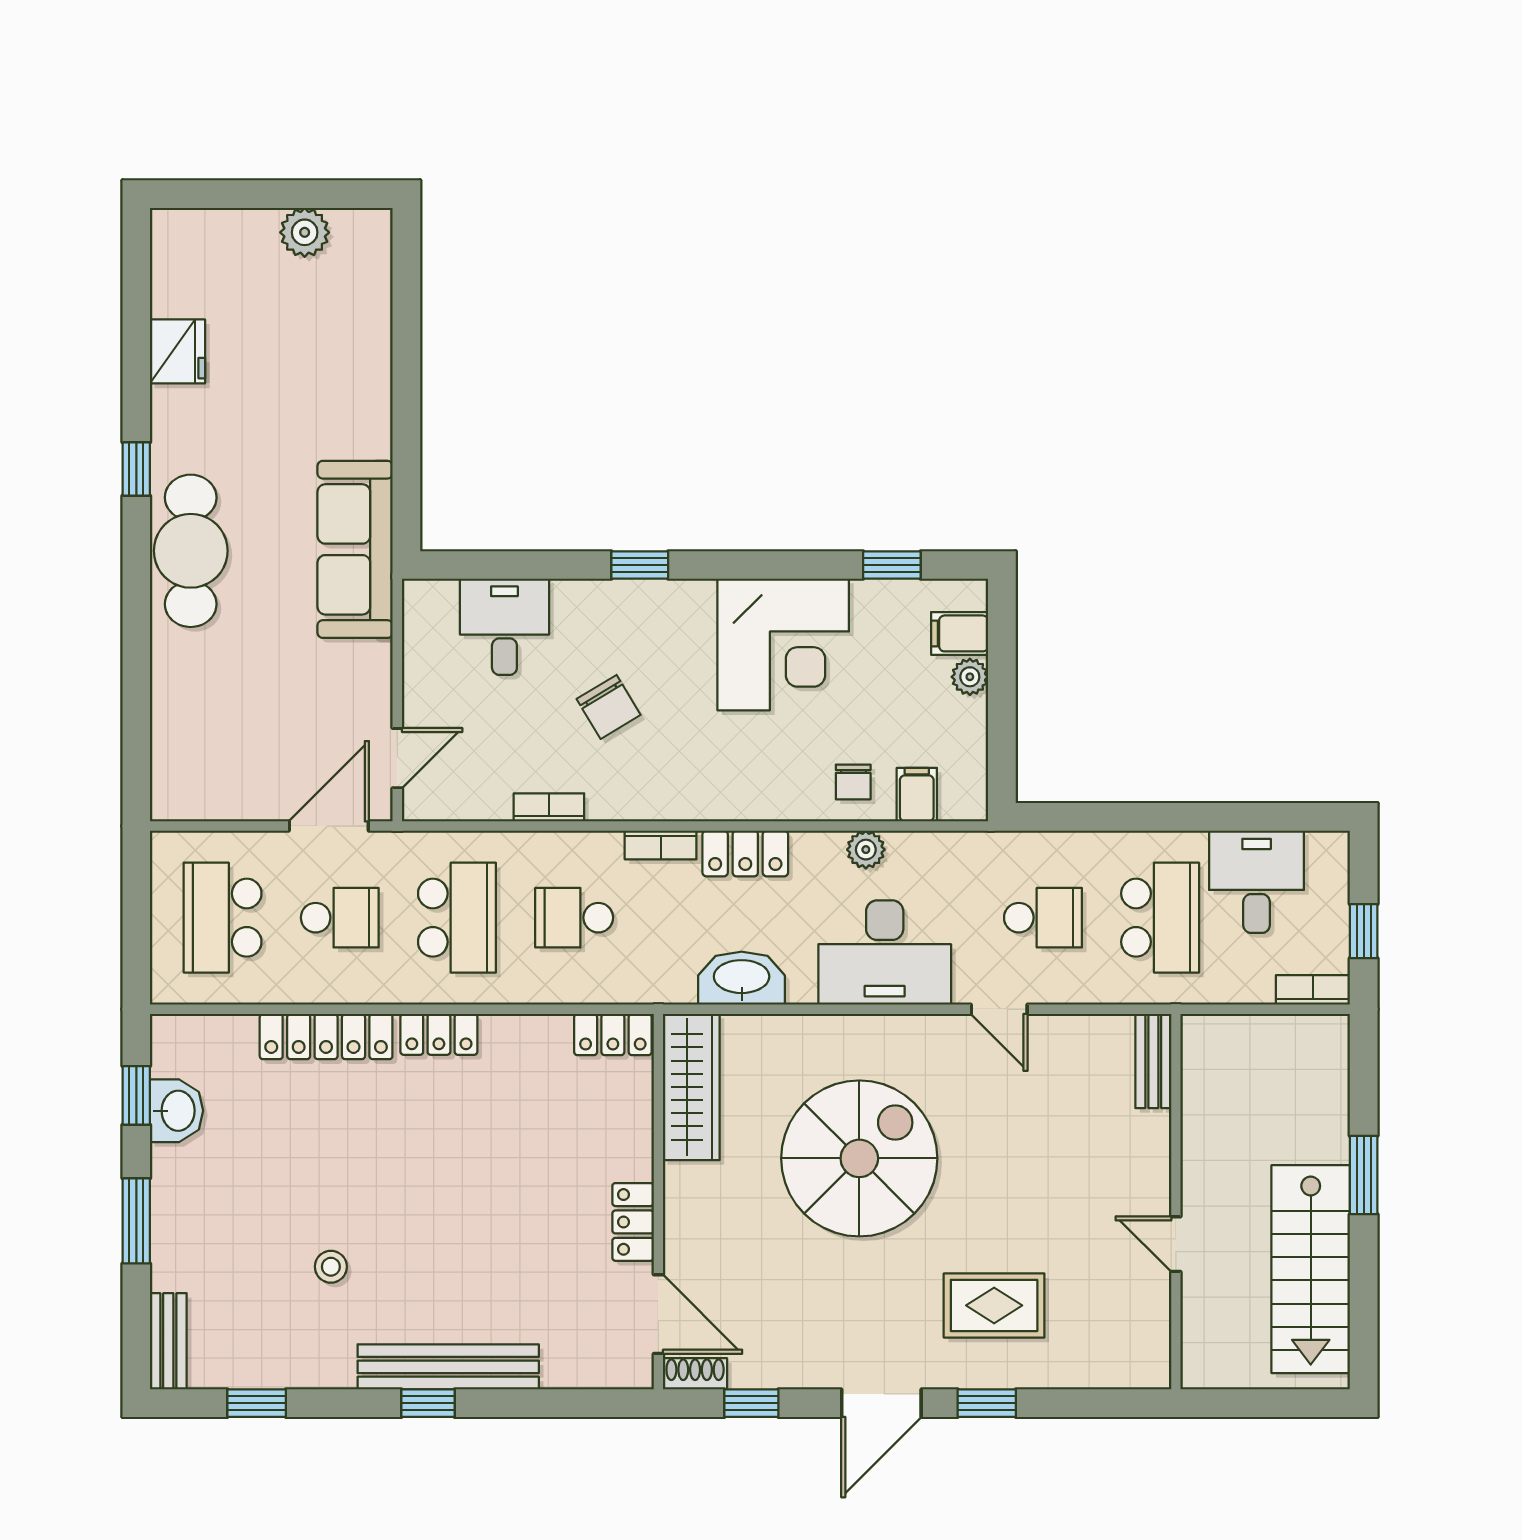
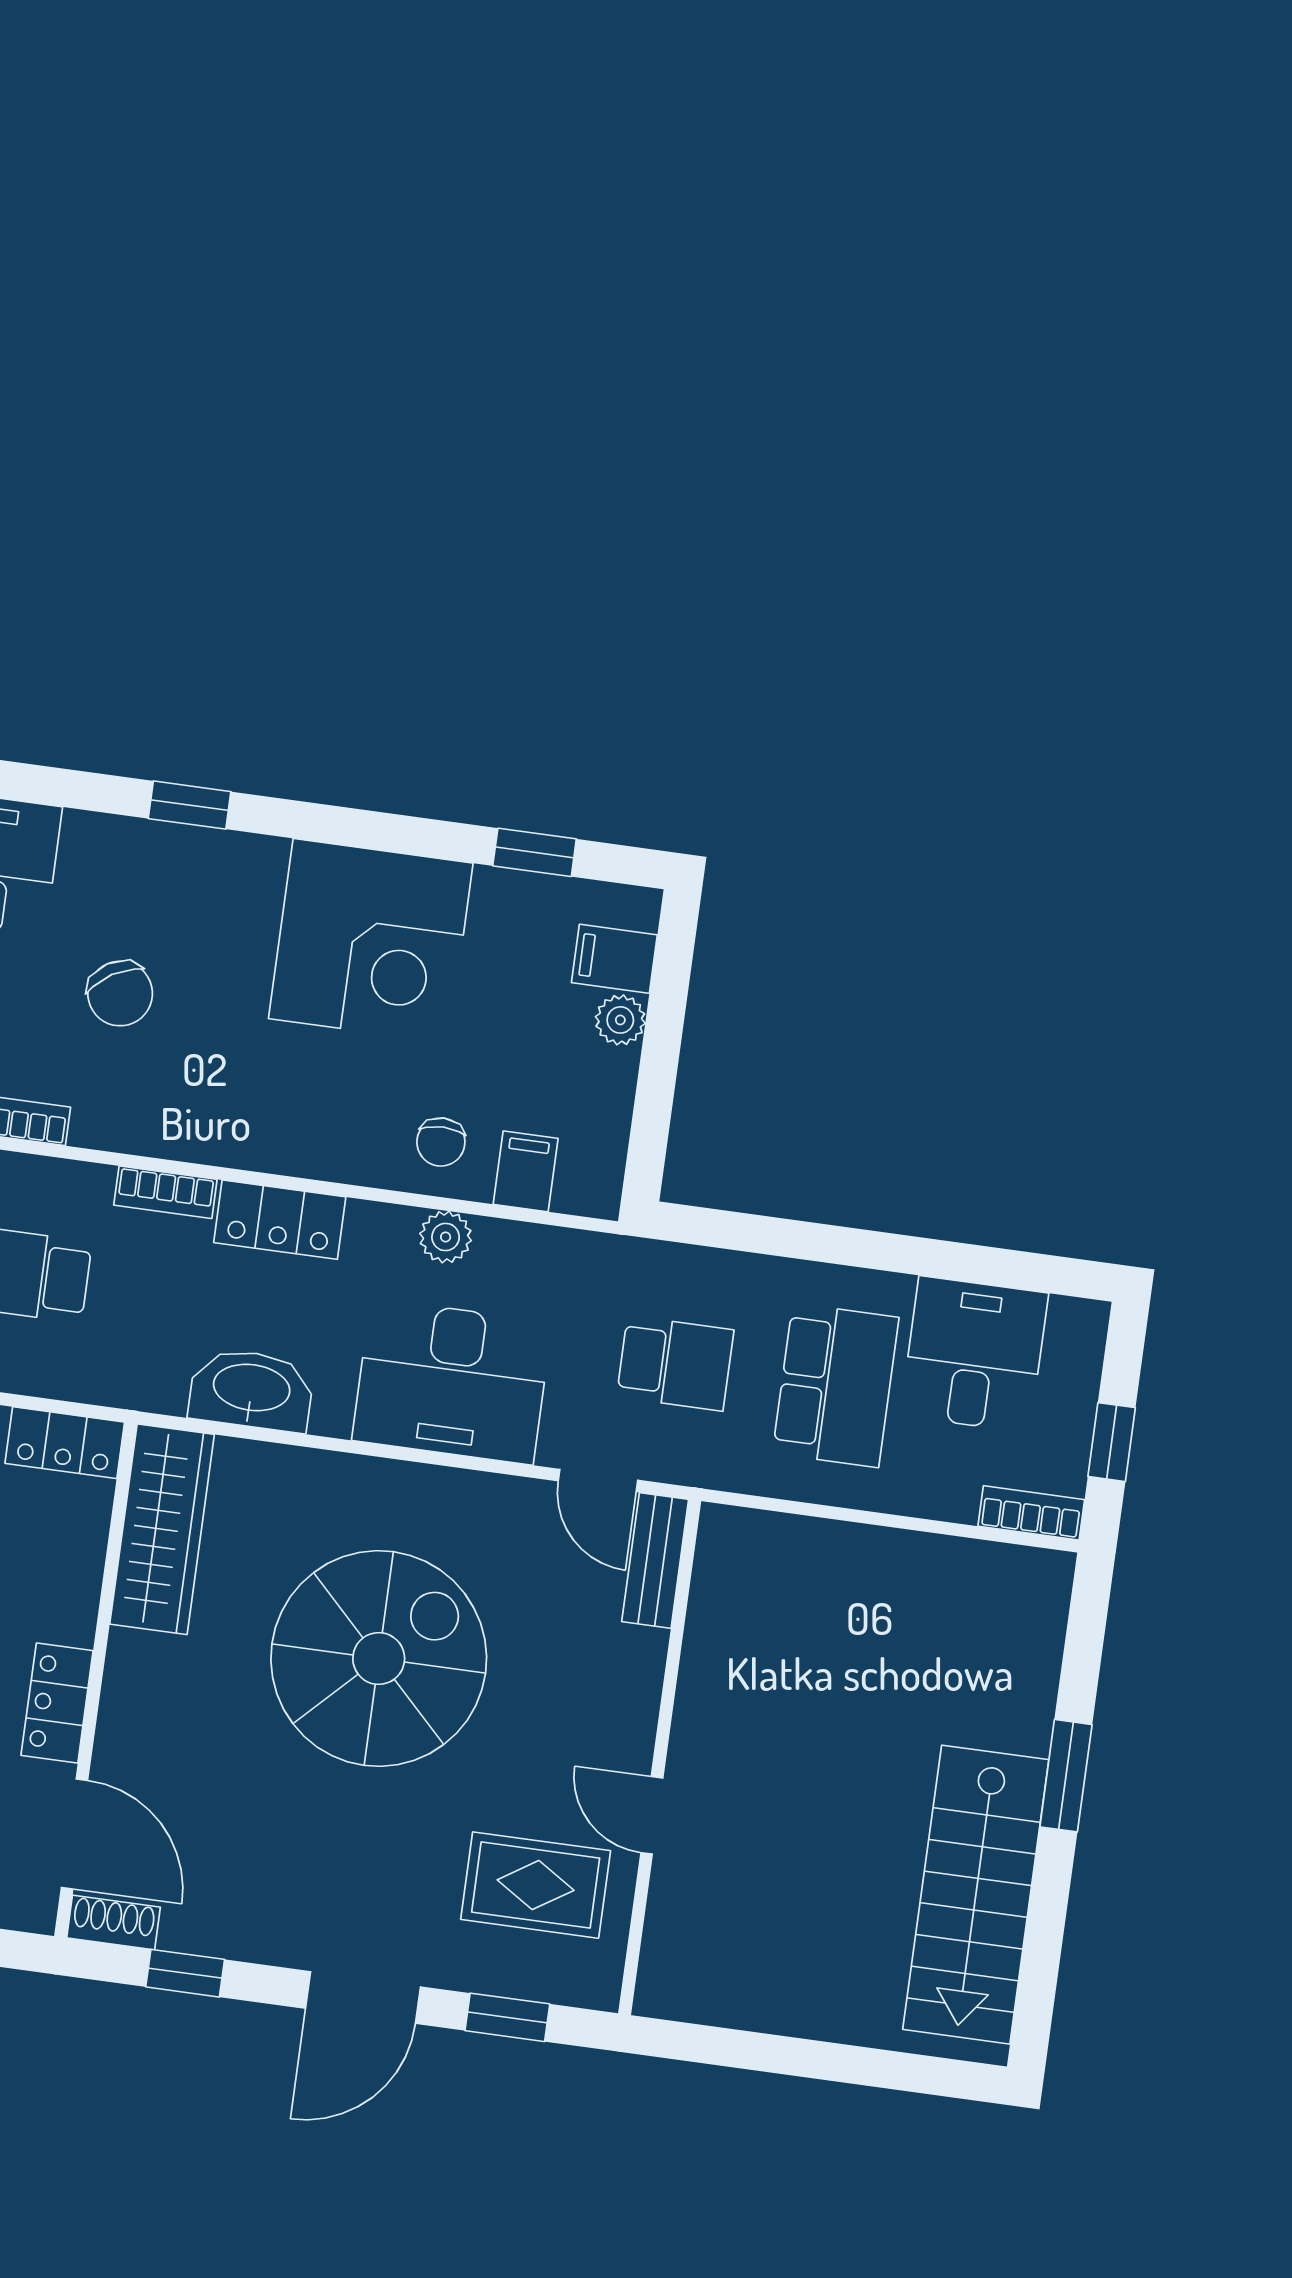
bench: (1153, 1061) -> (655, 1560), moved
wall: (1176, 1202) -> (660, 1757), moved
door: (1176, 1244) -> (652, 1815), moved

